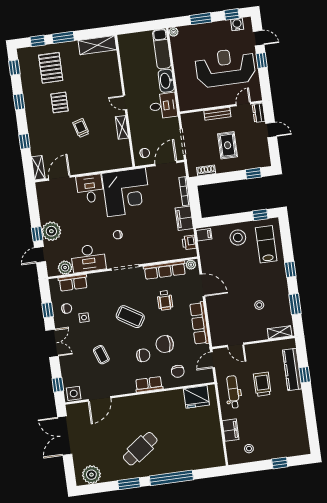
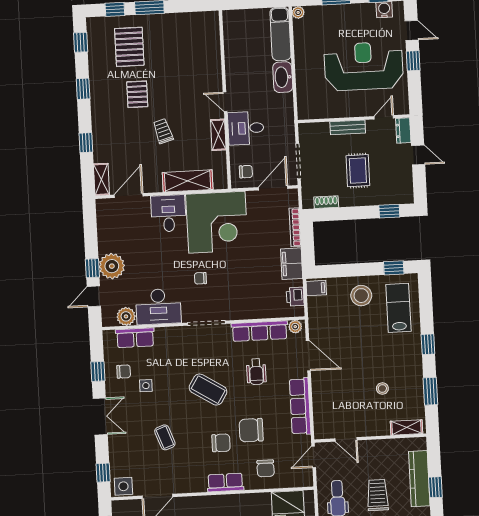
shelving: (97, 45) -> (188, 181), moved
desk: (163, 106) -> (246, 128), moved, turned 180

